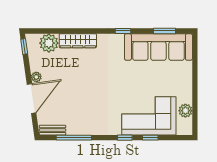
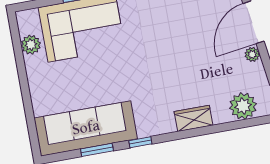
window: (164, 31) -> (97, 150), moved
wardrobe: (78, 41) -> (194, 118), width x0.67

